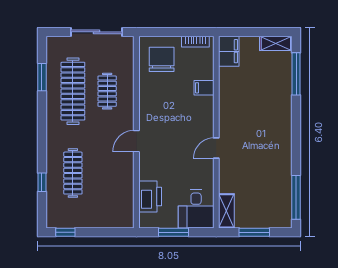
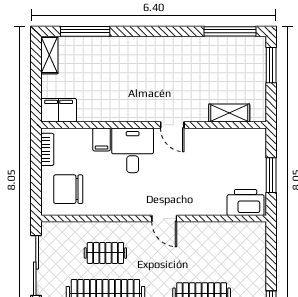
printer: (150, 196) -> (246, 203), moved
desk: (196, 209) -> (133, 150), moved, turned -90
shelving: (226, 211) -> (229, 113), moved
window: (254, 232) -> (271, 65), moved

